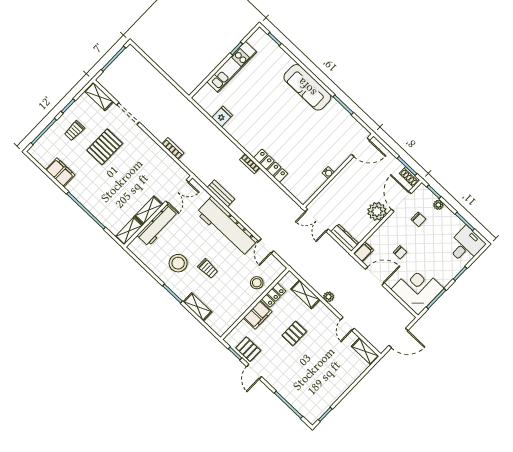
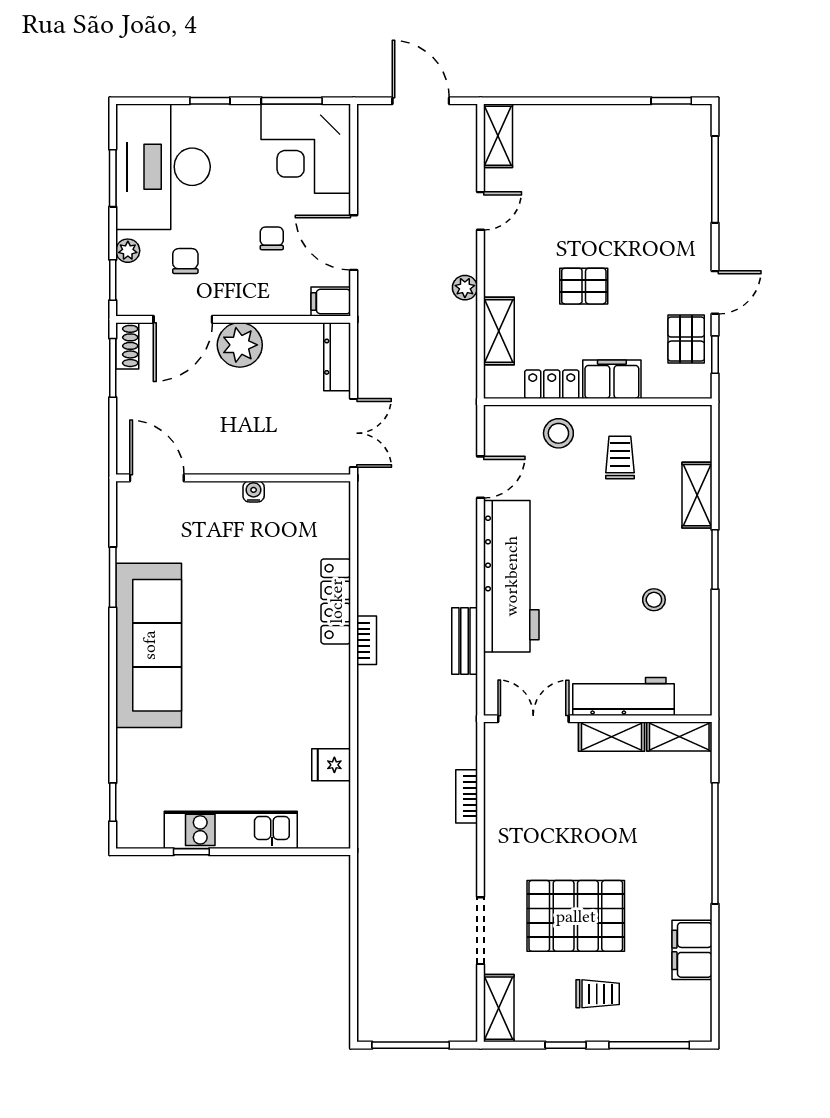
sofa: (307, 87) -> (149, 645), width x1.36, depth x1.27
pallet: (105, 147) -> (576, 916), width x1.37, depth x1.41
desk: (466, 245) -> (163, 167), width x1.87, depth x1.30
stool: (178, 263) -> (654, 600), width x0.53, depth x0.53
trolley: (208, 269) -> (620, 458), moved

